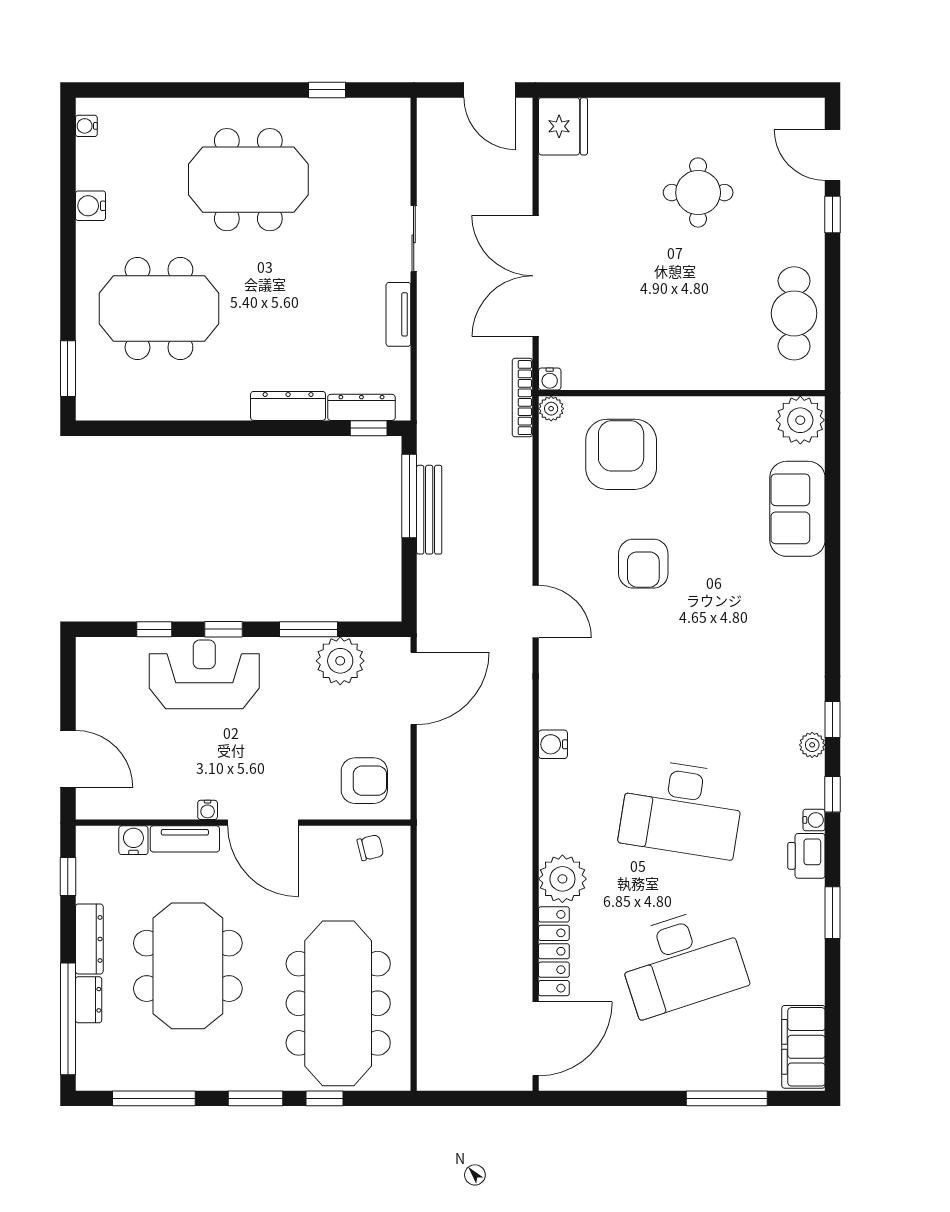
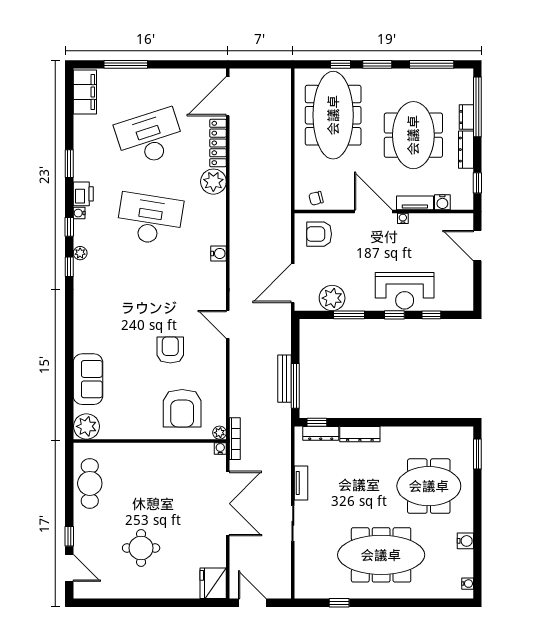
meeting table: (248, 180) -> (381, 555), width x1.36

